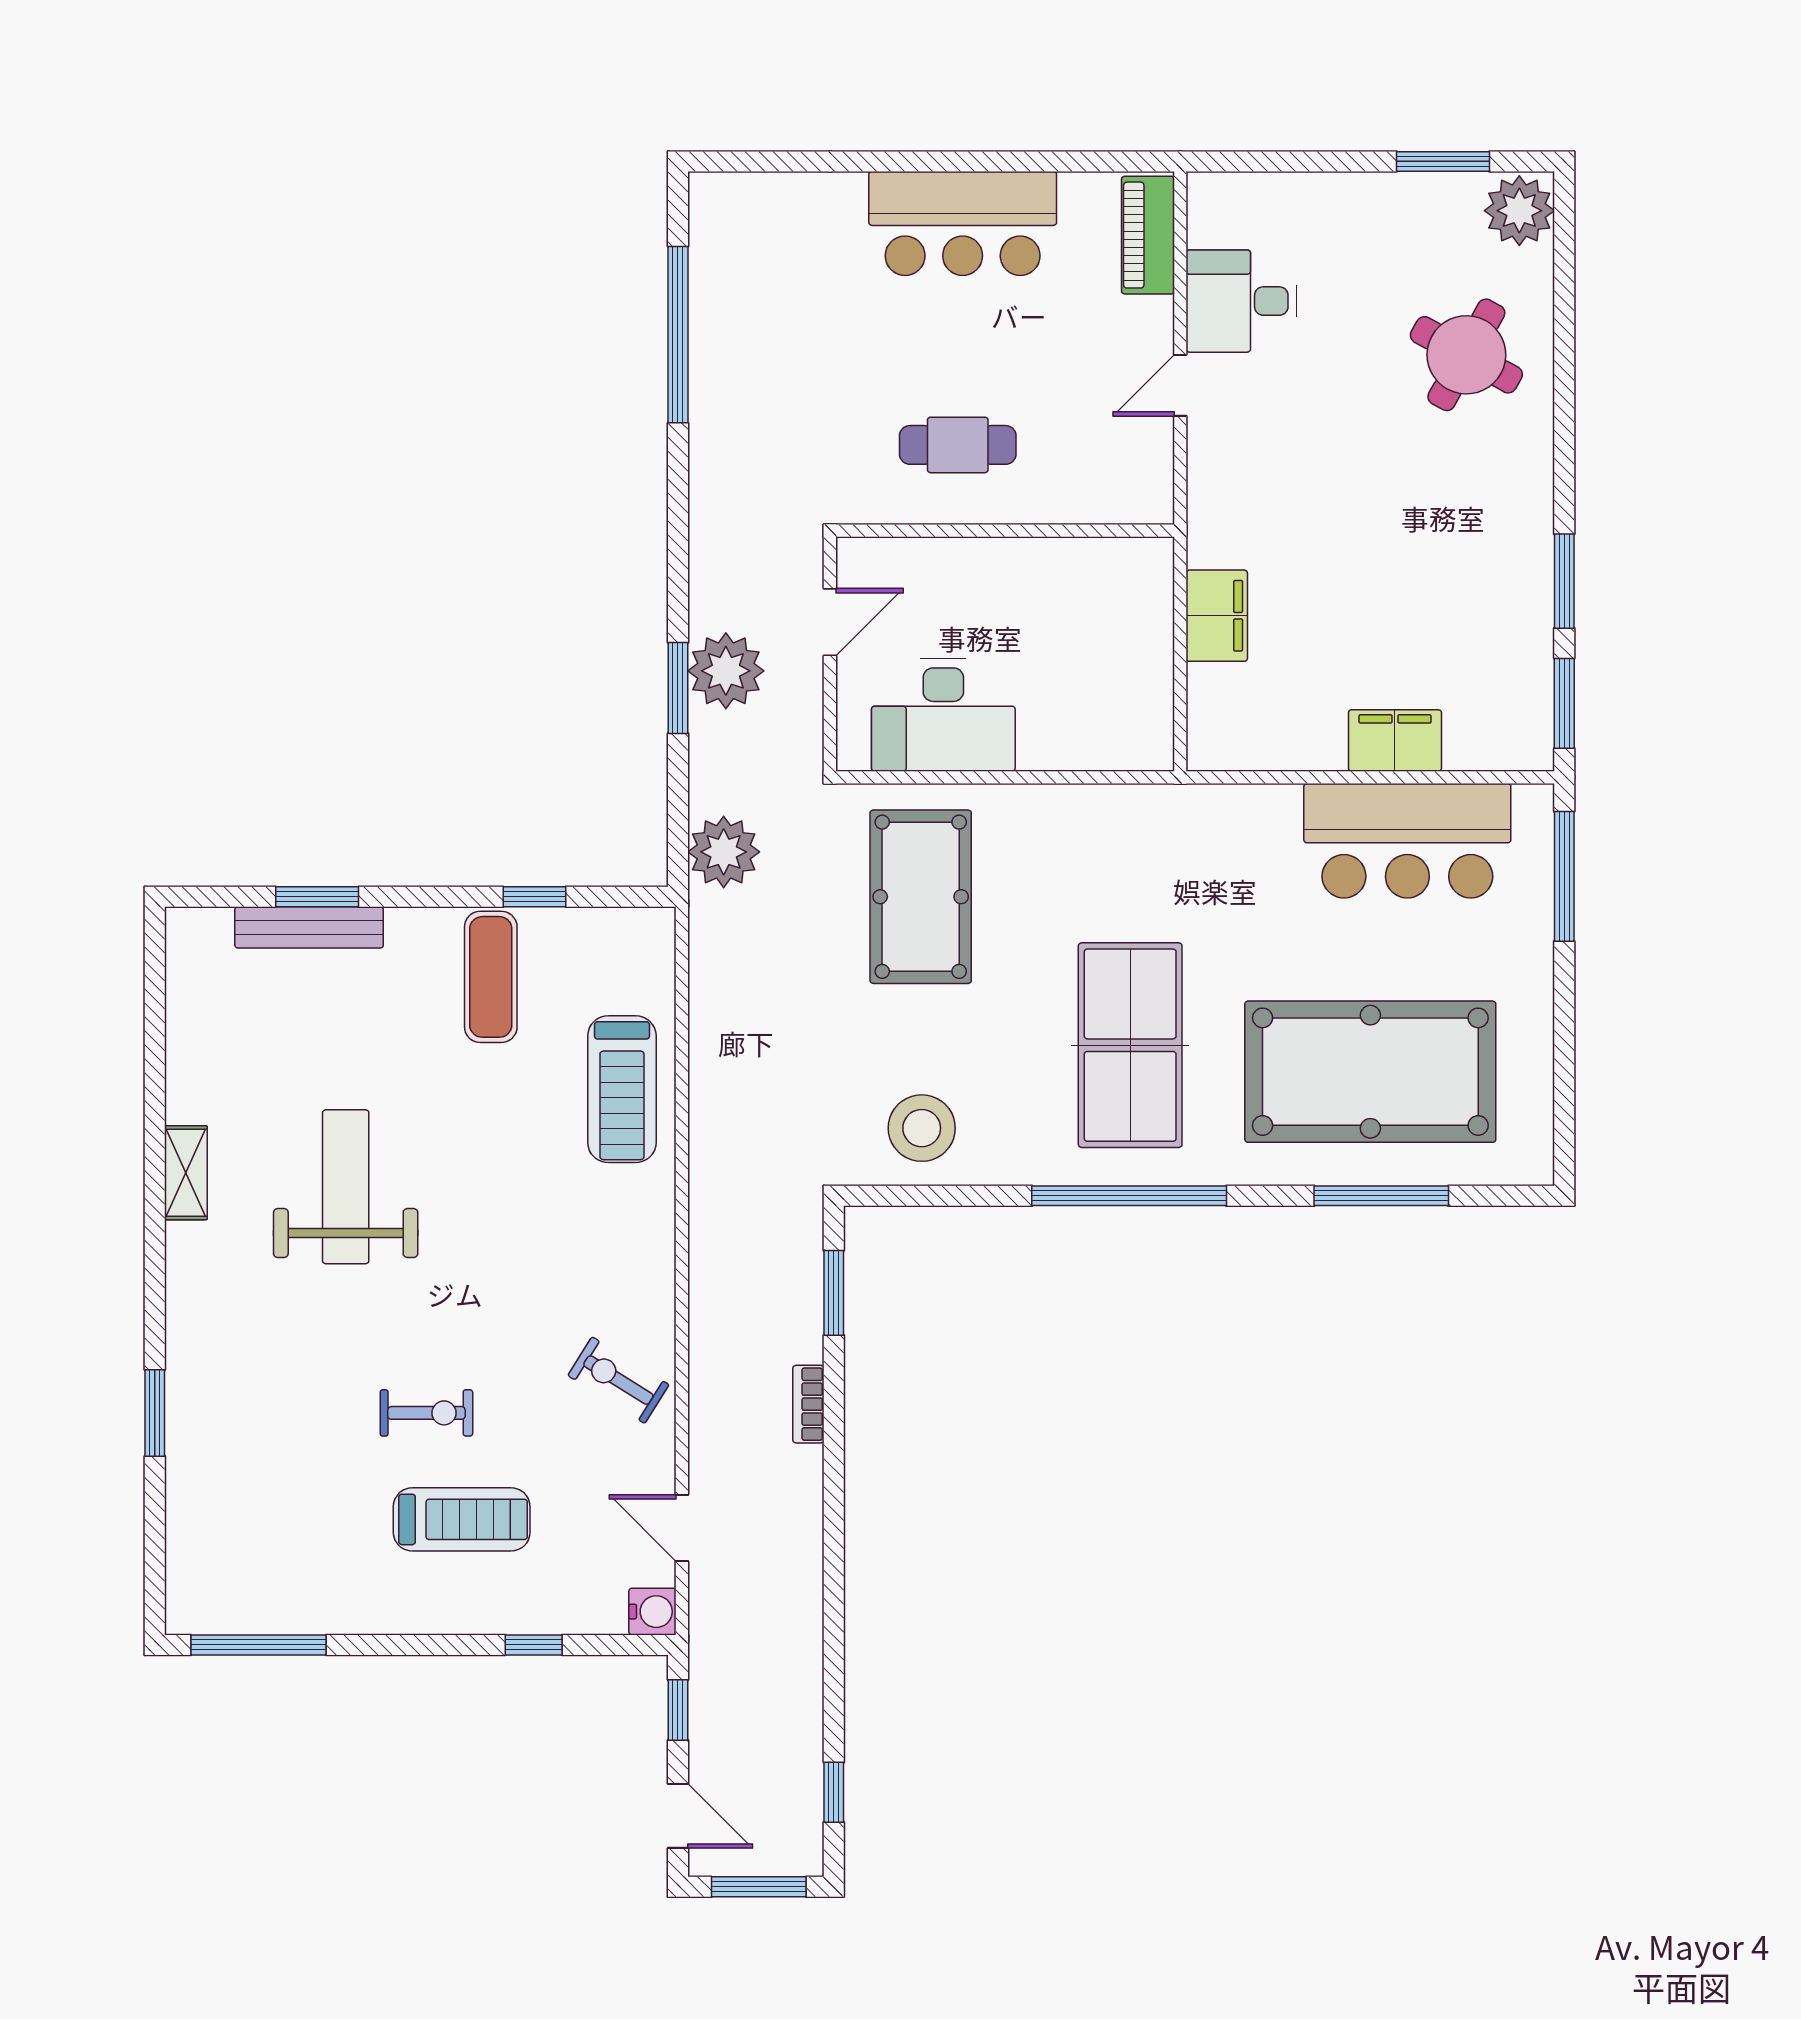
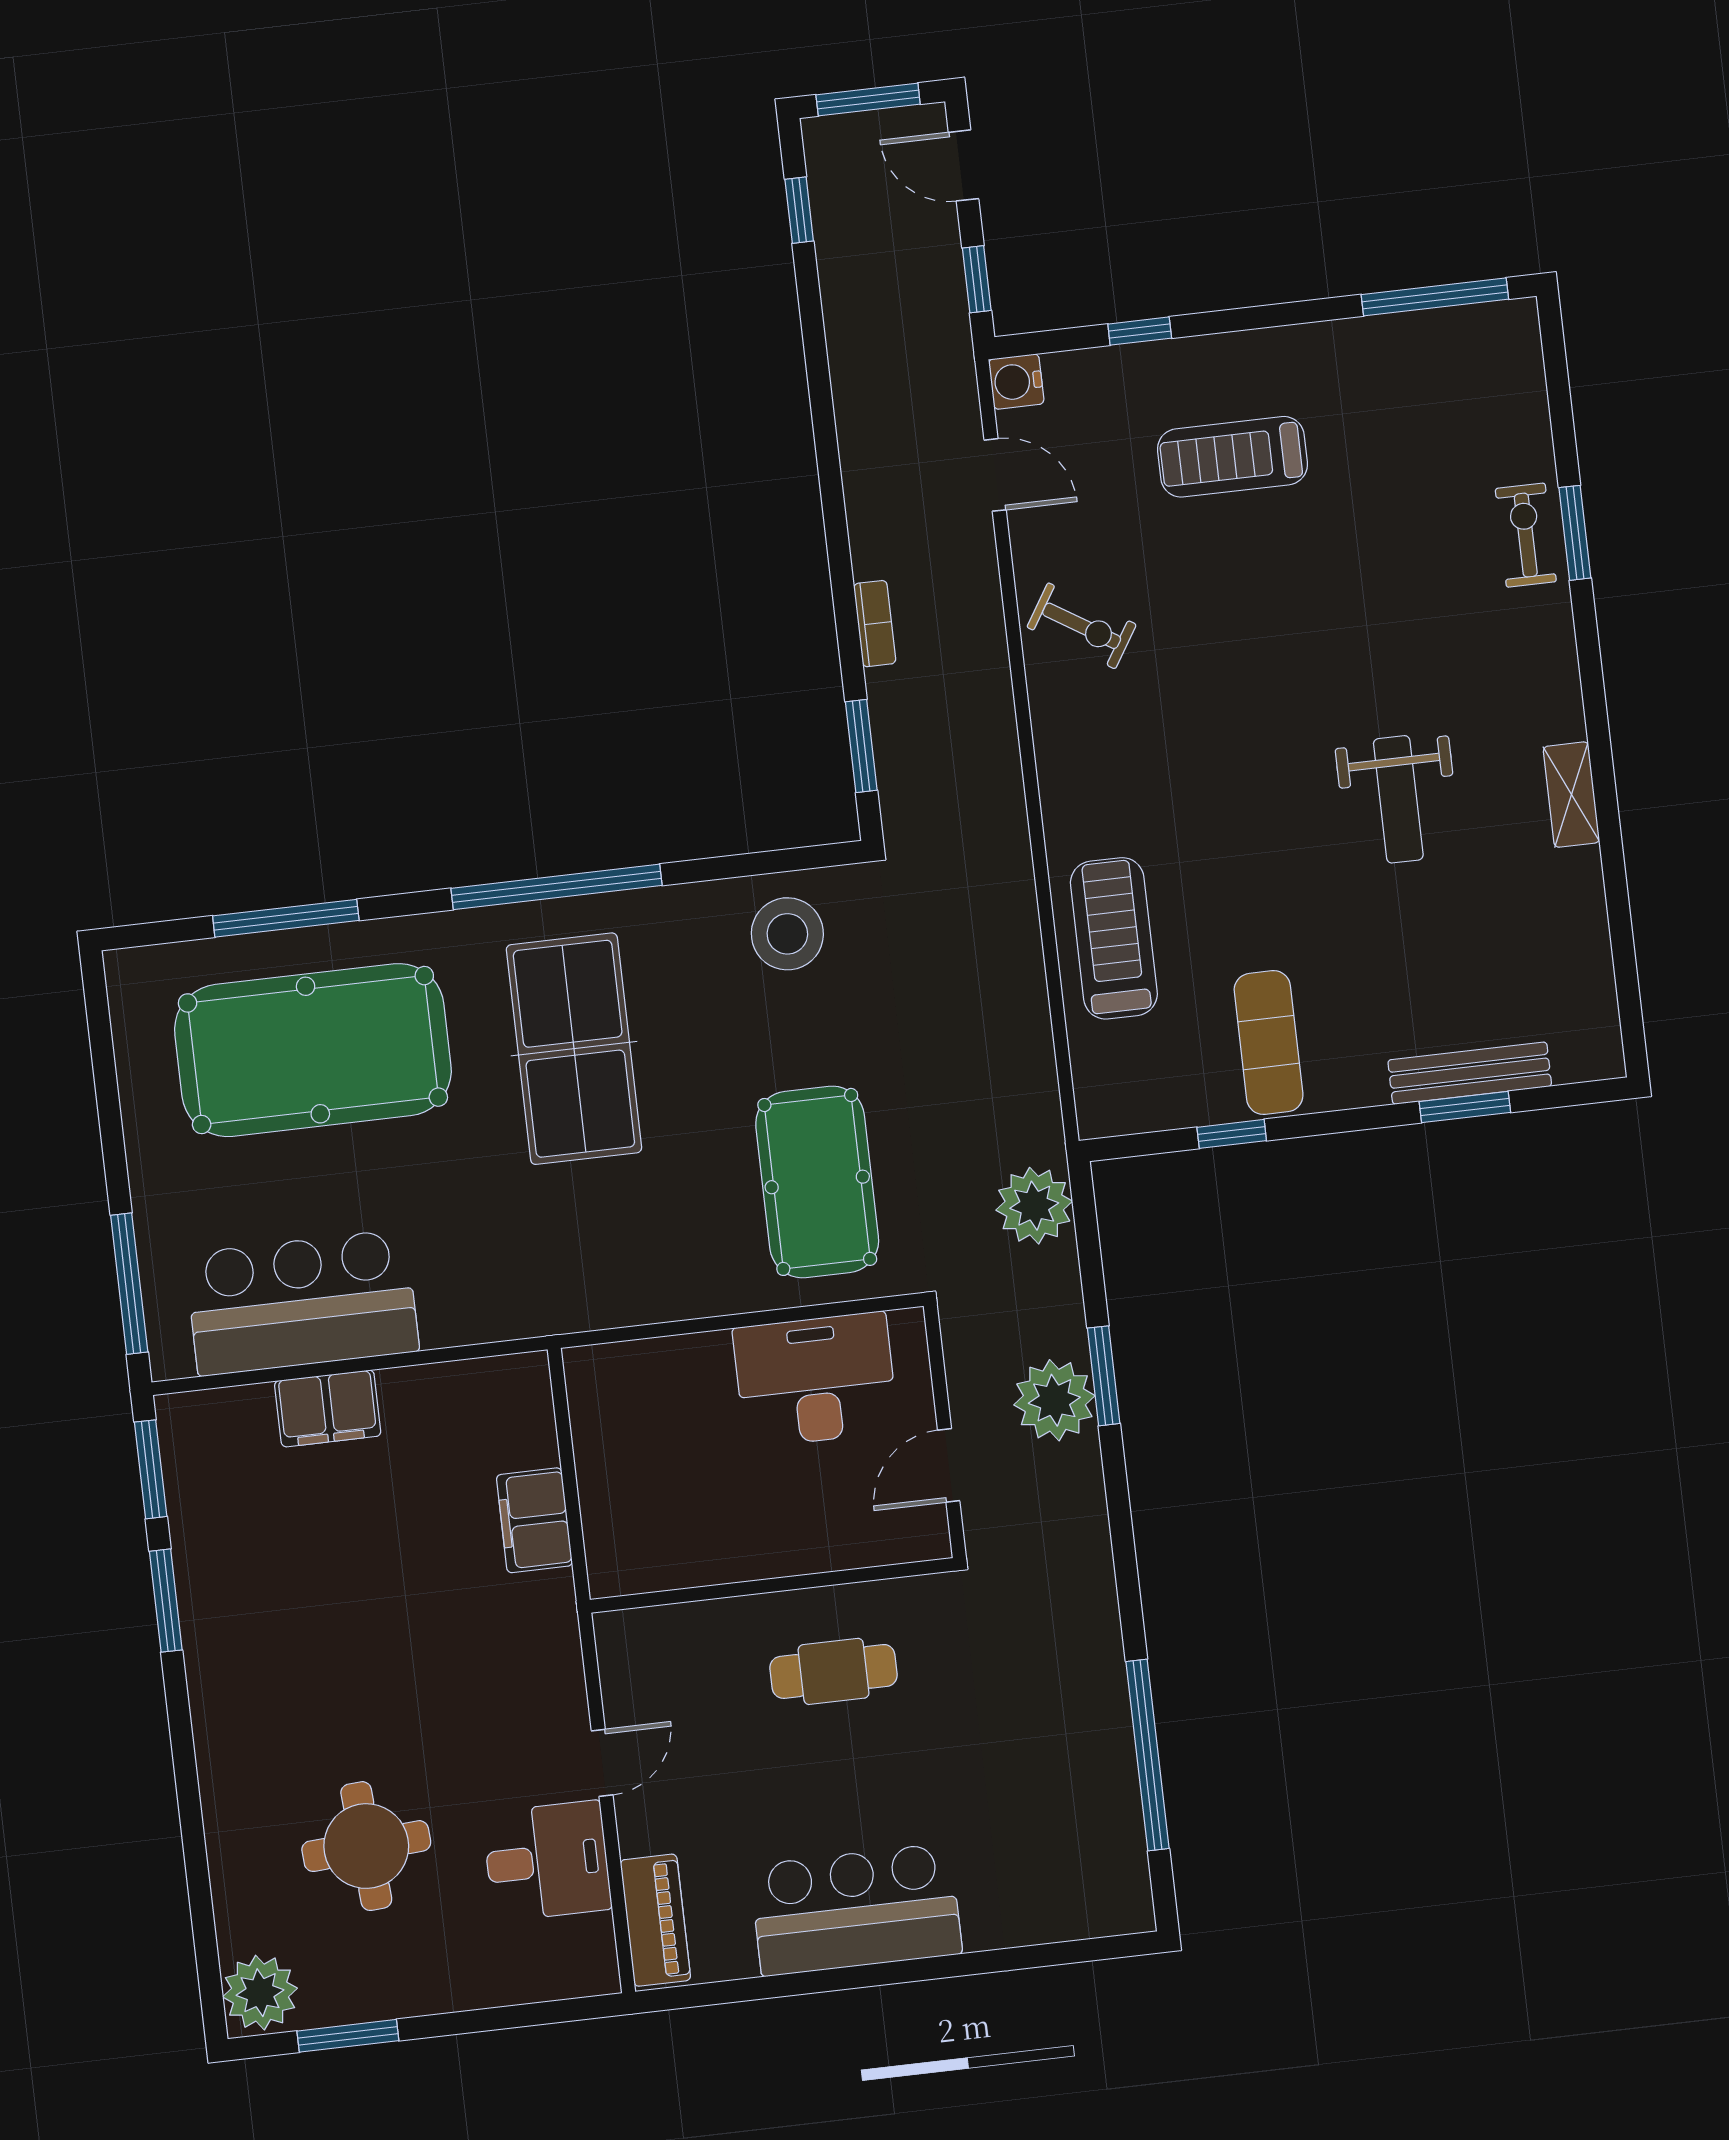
round table: (1466, 355) -> (366, 1846), moved, turned -33
weight bench: (346, 1187) -> (1398, 799), width x0.73, depth x0.75
exercise bike: (426, 1413) -> (1526, 535), moved, turned 90

